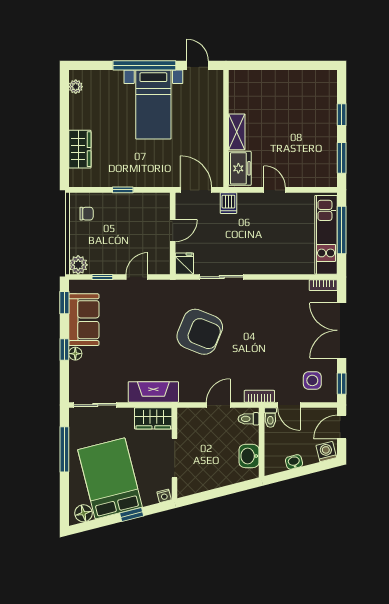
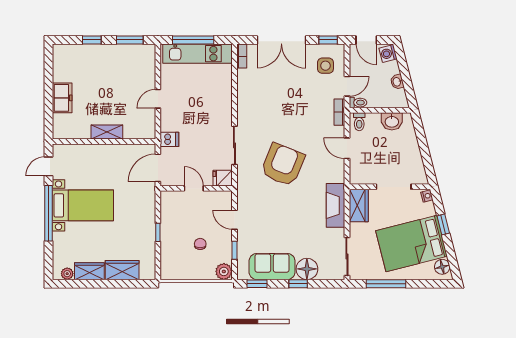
wardrobe: (79, 112) -> (89, 271), added
freezer: (240, 168) -> (62, 98), moved, turned 90
chair: (87, 214) -> (200, 244), moved
floor lamp: (75, 354) -> (307, 269), width x1.89, depth x1.89

